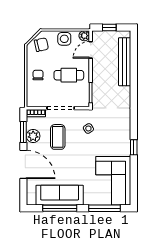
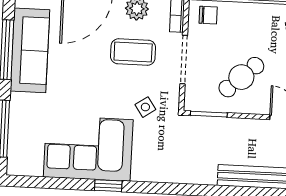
chair: (38, 75) -> (208, 15), moved
cafe table: (69, 75) -> (241, 77), turned 48
corner sofa: (113, 181) -> (88, 148), moved

